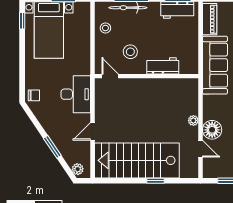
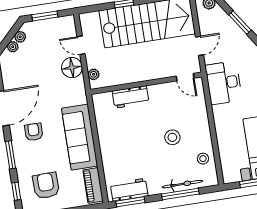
workbench: (163, 66) -> (131, 97), moved
door: (110, 76) -> (185, 77), moved
wall: (147, 76) -> (146, 83), moved

